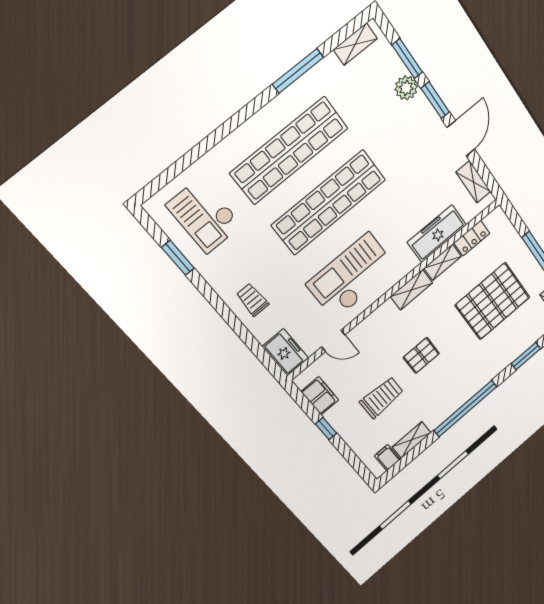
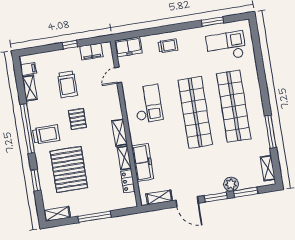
checkout: (352, 276) -> (148, 104), width x0.73, depth x0.83
pallet: (493, 301) -> (69, 169), moved
trolley: (461, 381) -> (46, 134), added

